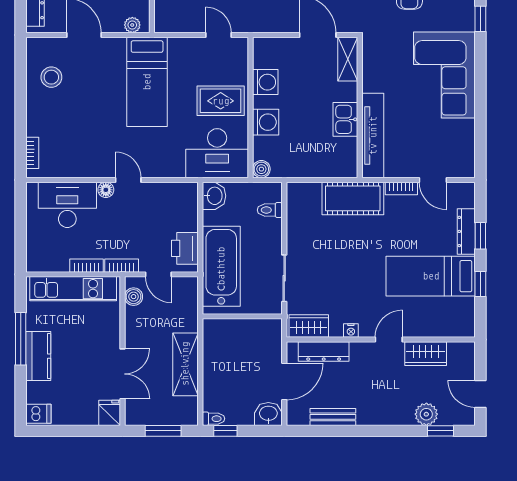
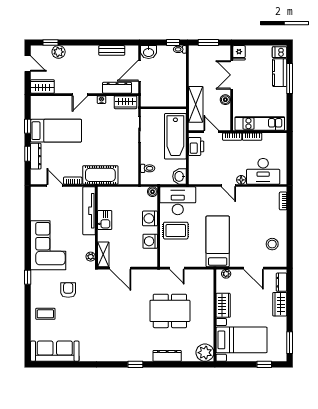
plant: (370, 55) -> (91, 257), added
boiler: (134, 297) -> (225, 100), moved
window: (21, 339) -> (290, 78), moved
wardrobe: (426, 354) -> (42, 87), moved
kitchen counter: (38, 356) -> (280, 73), moved
shelving: (185, 364) -> (196, 104), moved

